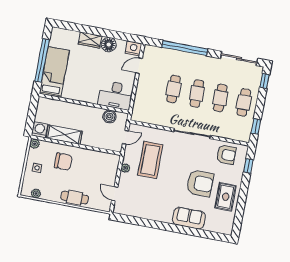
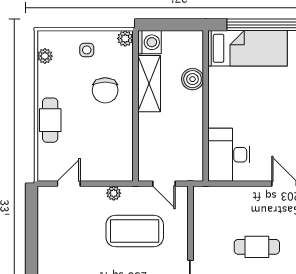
boiler: (109, 116) -> (193, 79), moved

